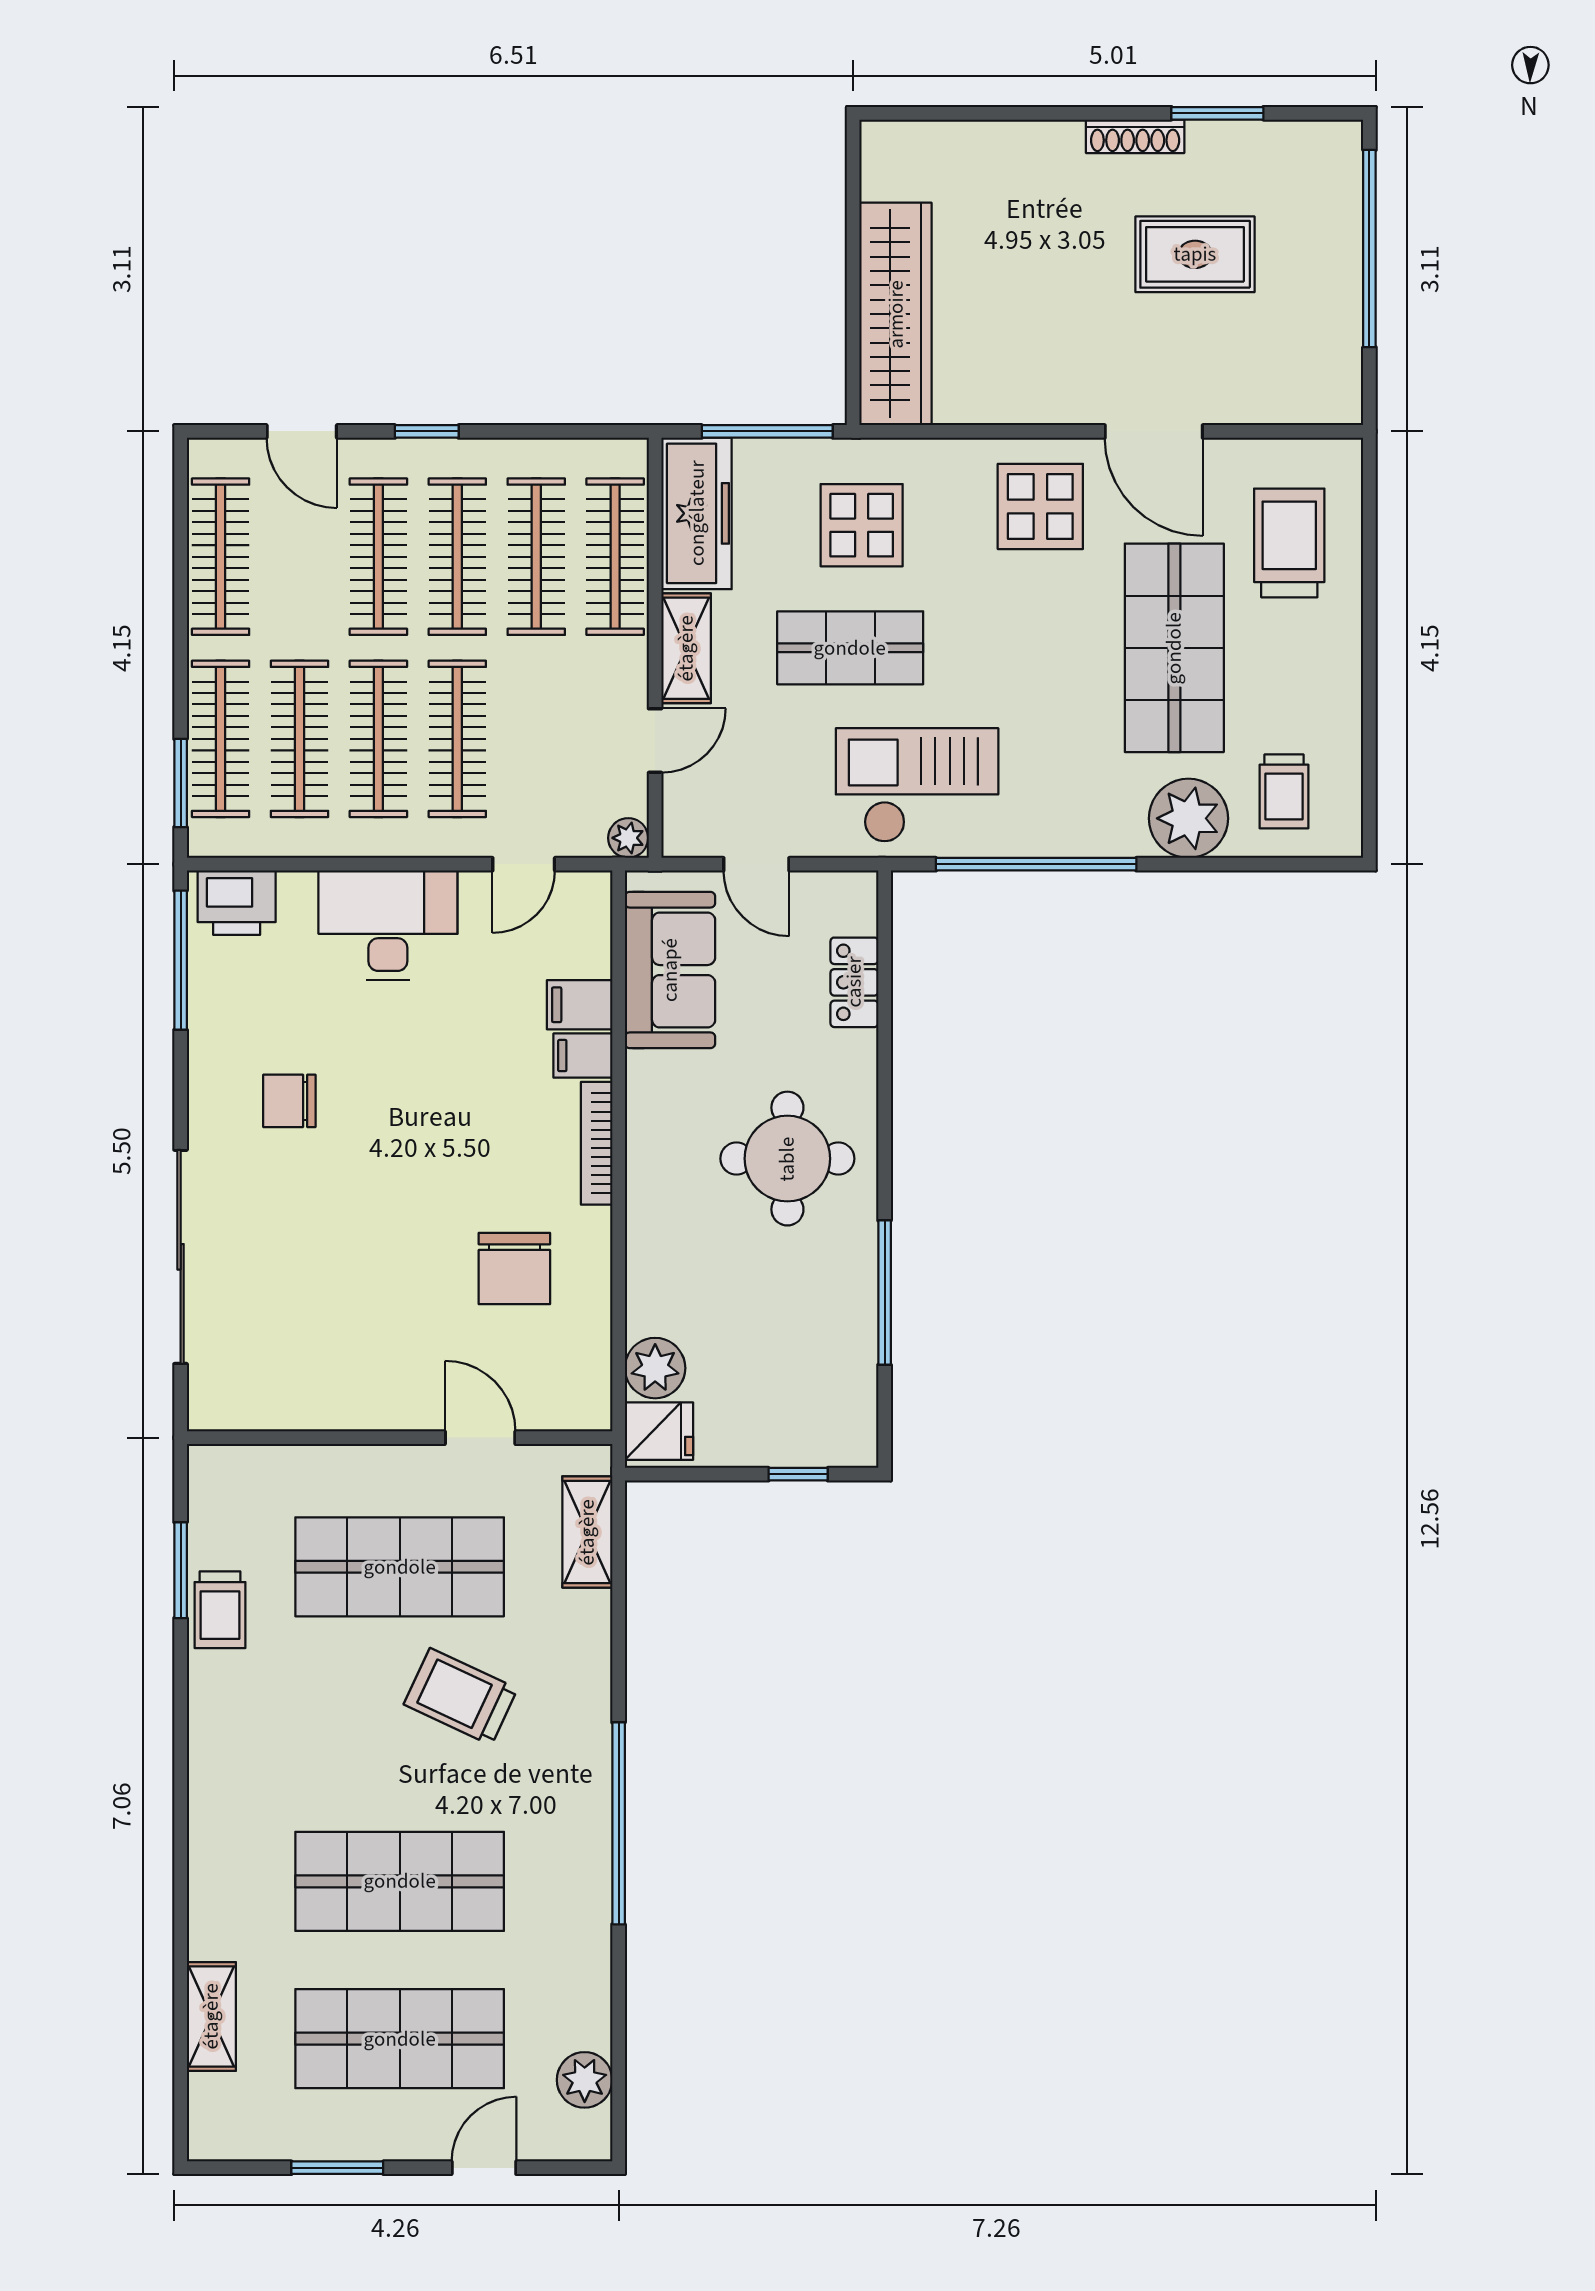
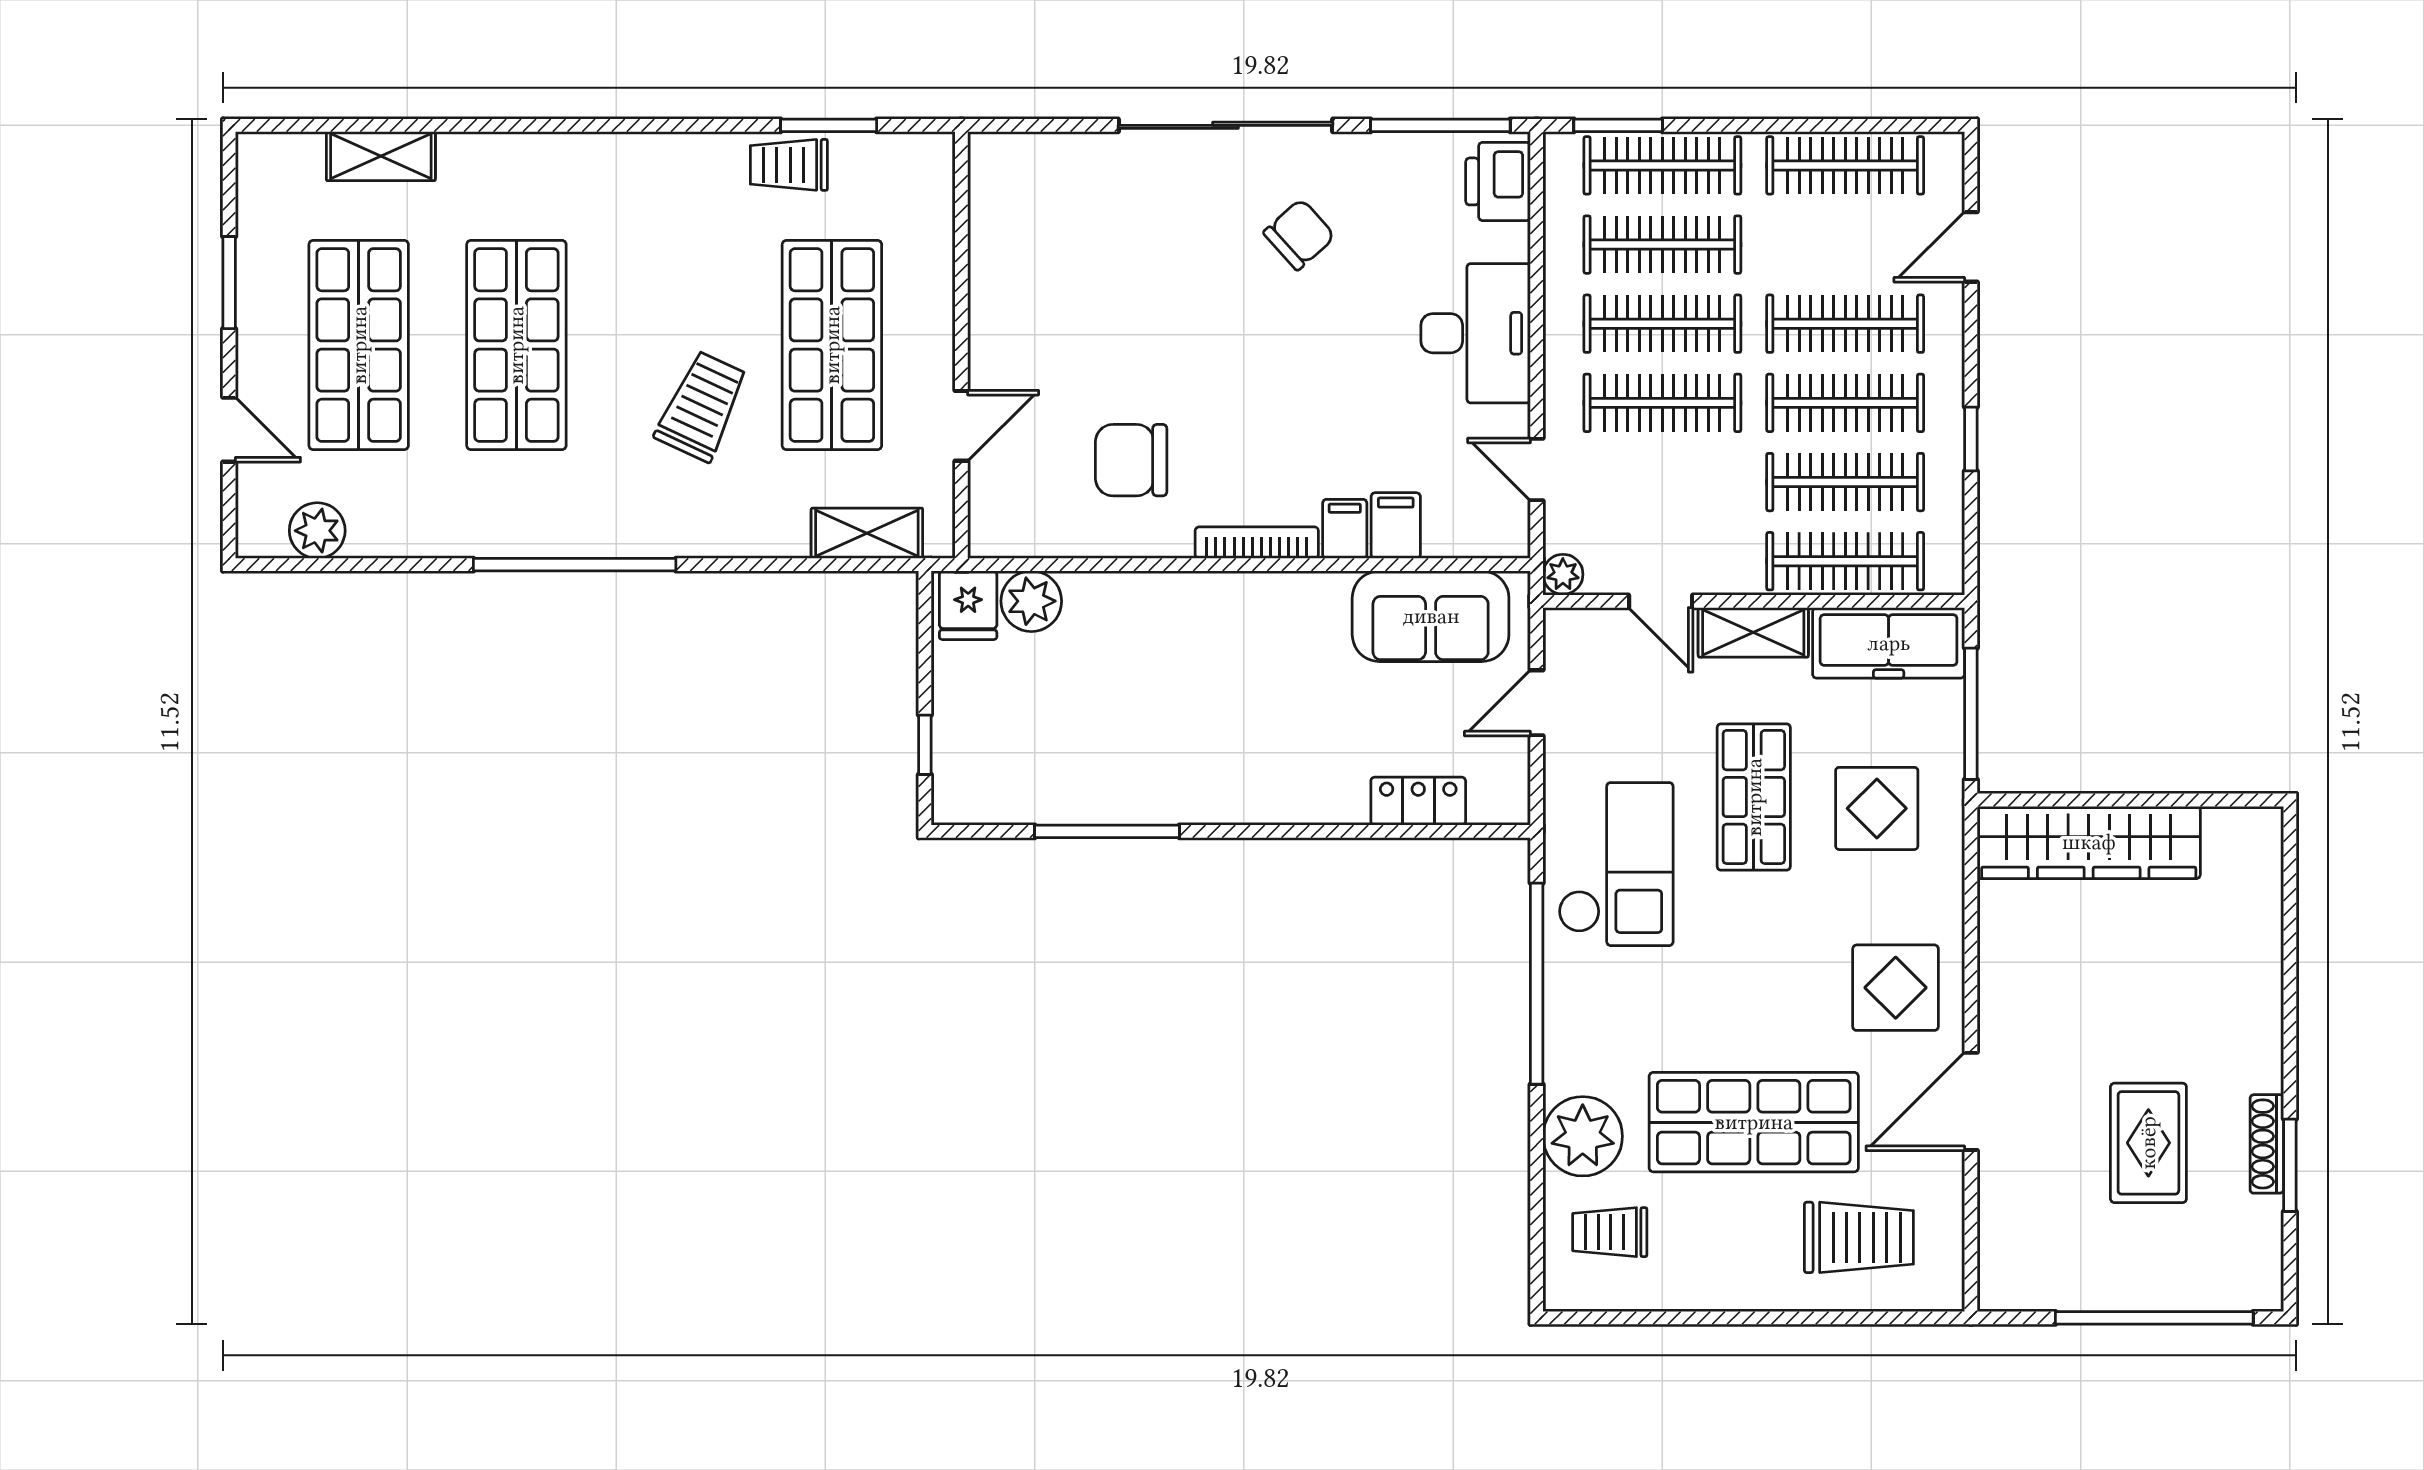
shoe rack: (1135, 136) -> (2267, 1144), moved
window: (427, 431) -> (1971, 439), moved
chair: (289, 1101) -> (1299, 234), turned 48
round table: (787, 1159) -> (1241, 734), removed
sliding door: (181, 1257) -> (1225, 125), moved

